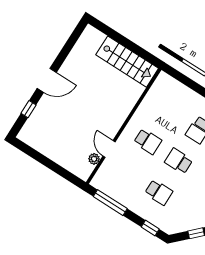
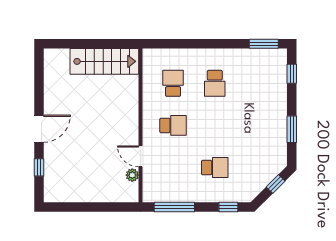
school desk: (179, 161) -> (173, 83), moved, turned 90

